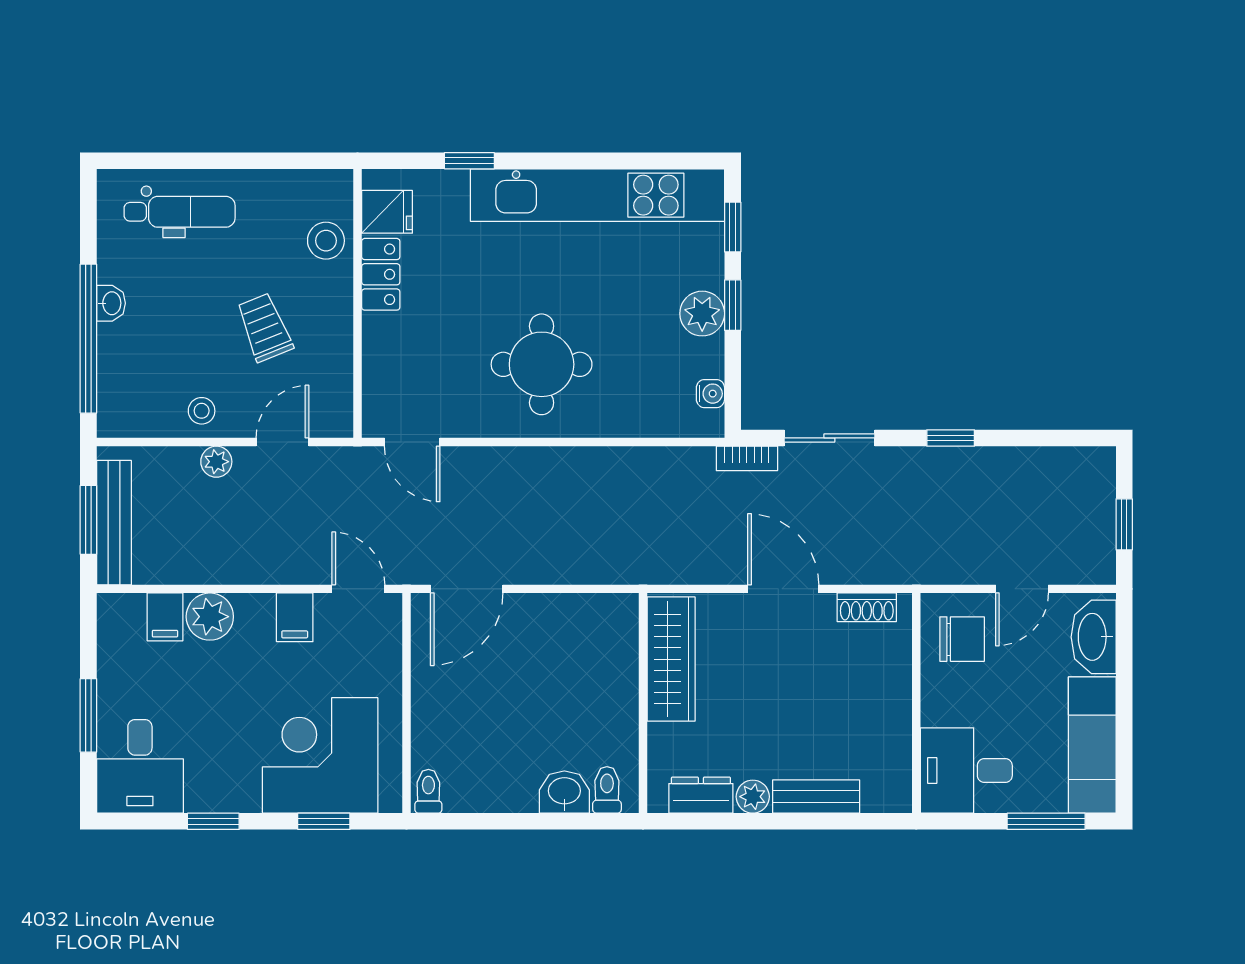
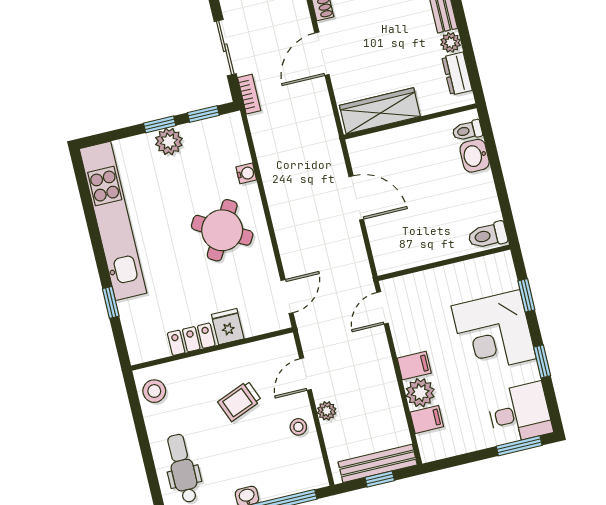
fridge: (387, 212) -> (228, 327), moved
window: (733, 227) -> (203, 114), moved
stool: (326, 241) -> (154, 391), moved
round table: (542, 364) -> (222, 230), turned 30
water cooler: (710, 394) -> (246, 173), moved, turned 90
door: (282, 442) -> (306, 374), hinge flipped
window: (88, 520) -> (380, 479), width x0.67
door: (467, 589) -> (356, 198), moved
filing cabinet: (295, 617) -> (414, 366), moved
window: (88, 715) -> (519, 446), moved
corner desk: (320, 755) -> (494, 332), moved
toilet: (428, 791) -> (488, 235), width x1.37, depth x1.39

